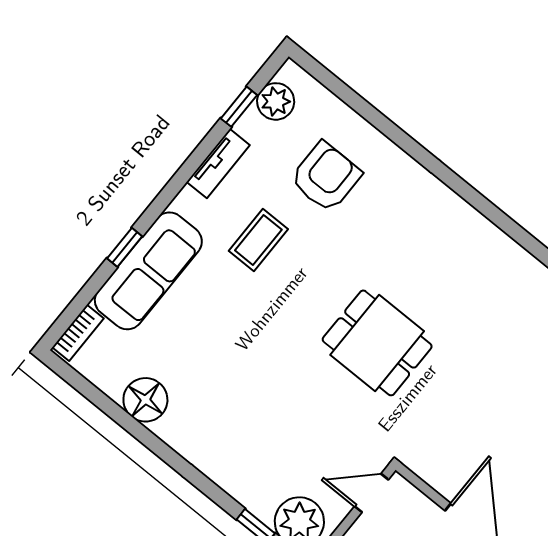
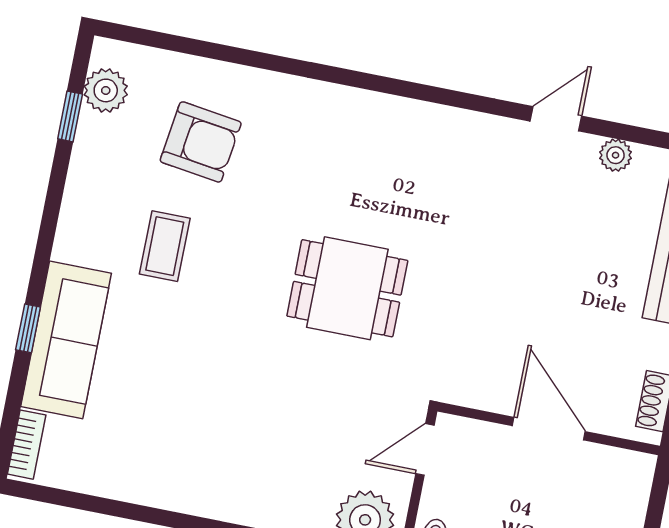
tv unit: (218, 164) -> (80, 188), removed
armchair: (326, 177) -> (201, 142), turned 98
floor lamp: (145, 400) -> (135, 477), removed

